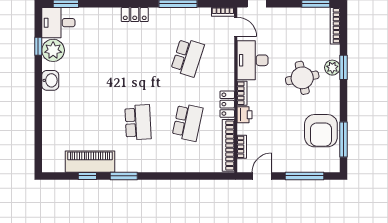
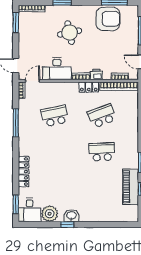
locker: (135, 15) -> (24, 172), moved, width x1.53
window: (38, 46) -> (67, 225), moved
school desk: (188, 57) -> (55, 116), turned -30
plant: (332, 68) -> (62, 11), removed
school desk: (188, 122) -> (102, 116), turned -33

